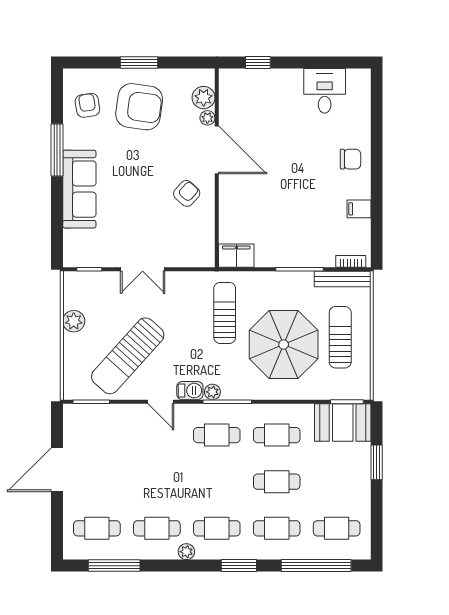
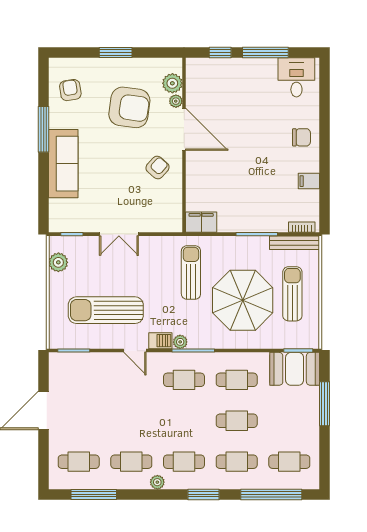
window: (309, 63) -> (265, 53), added
desk: (325, 91) -> (296, 77), moved
armchair: (139, 107) -> (129, 107), moved
plant: (74, 321) -> (58, 262), moved
sun lounger: (128, 356) -> (106, 310), turned 48
window: (377, 462) -> (324, 404), width x1.44

